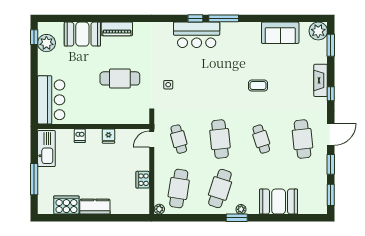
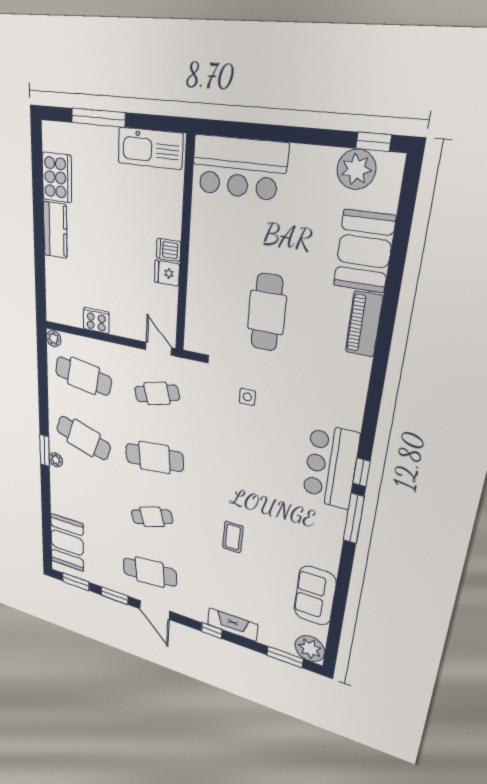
dishwasher: (80, 136) -> (168, 250), moved
booth: (279, 202) -> (67, 543), moved

